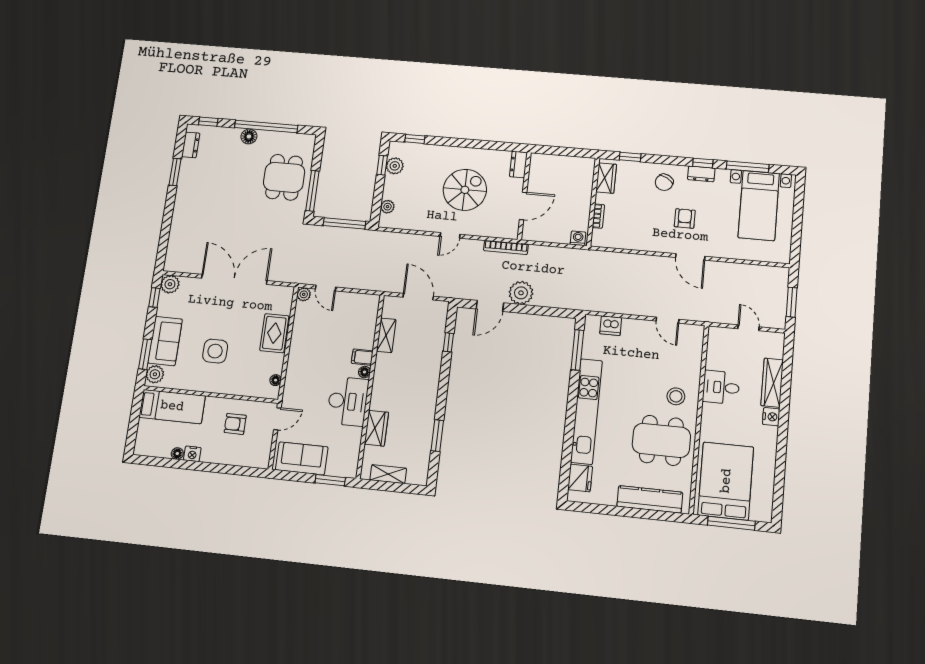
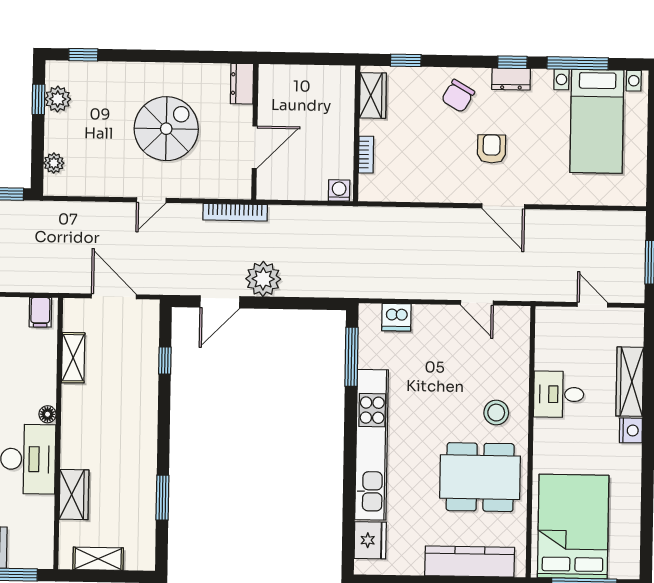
filing cabinet: (362, 357) -> (40, 312), moved, turned -90

